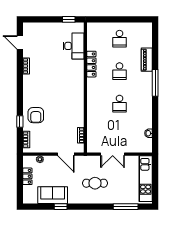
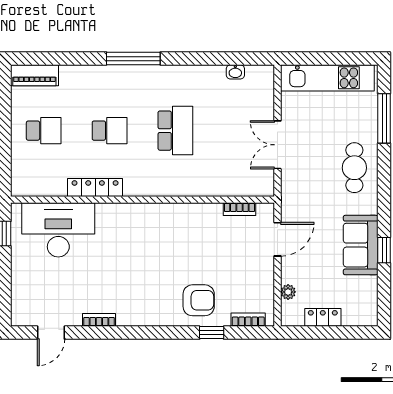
desk: (74, 46) -> (58, 230), width x1.36, depth x1.30
piano: (147, 60) -> (34, 75), moved
school desk: (119, 104) -> (175, 131), width x1.85
double door: (113, 154) -> (277, 145), swing flipped
cafe table: (95, 183) -> (354, 168), moved
sofa: (53, 195) -> (361, 245), moved

